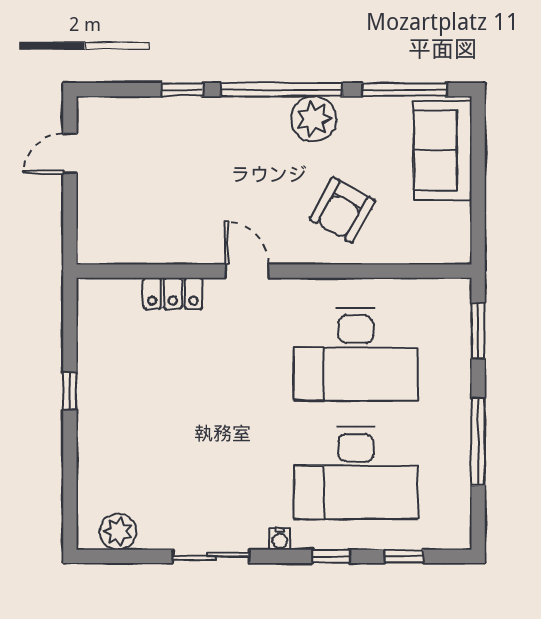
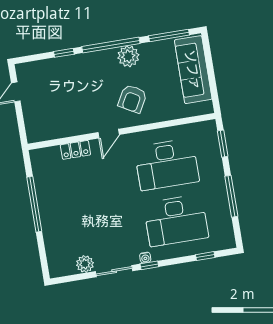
sofa: (443, 150) -> (193, 70), width x1.36
armchair: (342, 210) -> (132, 99), moved
door: (247, 271) -> (109, 134), swing flipped
window: (70, 391) -> (34, 204), width x3.17
plant: (118, 532) -> (85, 264), moved
window: (331, 556) -> (149, 265), moved

